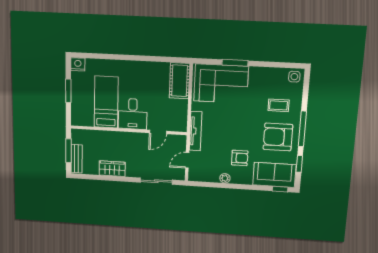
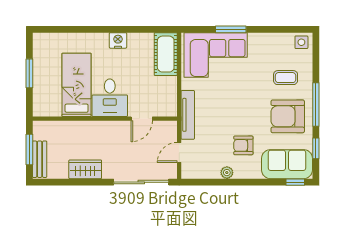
nightstand: (78, 64) -> (118, 40), moved
armchair: (240, 158) -> (243, 145), turned 180
sliding door: (156, 181) -> (141, 182), width x1.37

